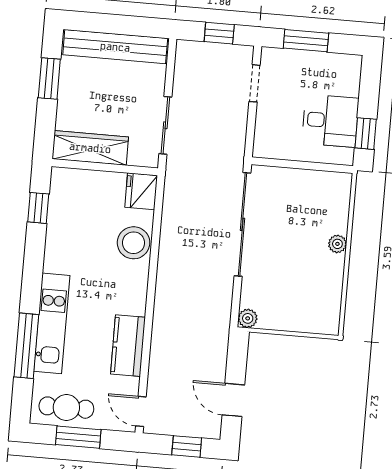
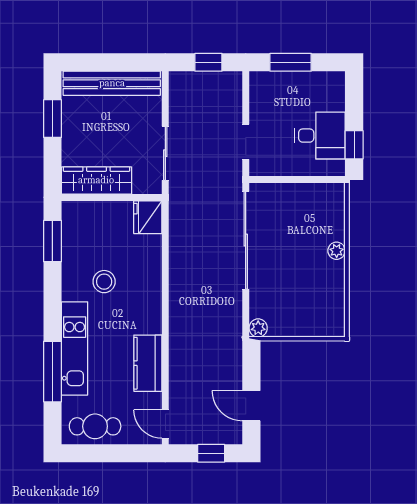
doorway: (255, 83) -> (246, 142), moved
window: (38, 208) -> (52, 241), width x1.50
stool: (134, 243) -> (104, 282), moved, width x0.73, depth x0.73
window: (78, 437) -> (109, 453), removed

